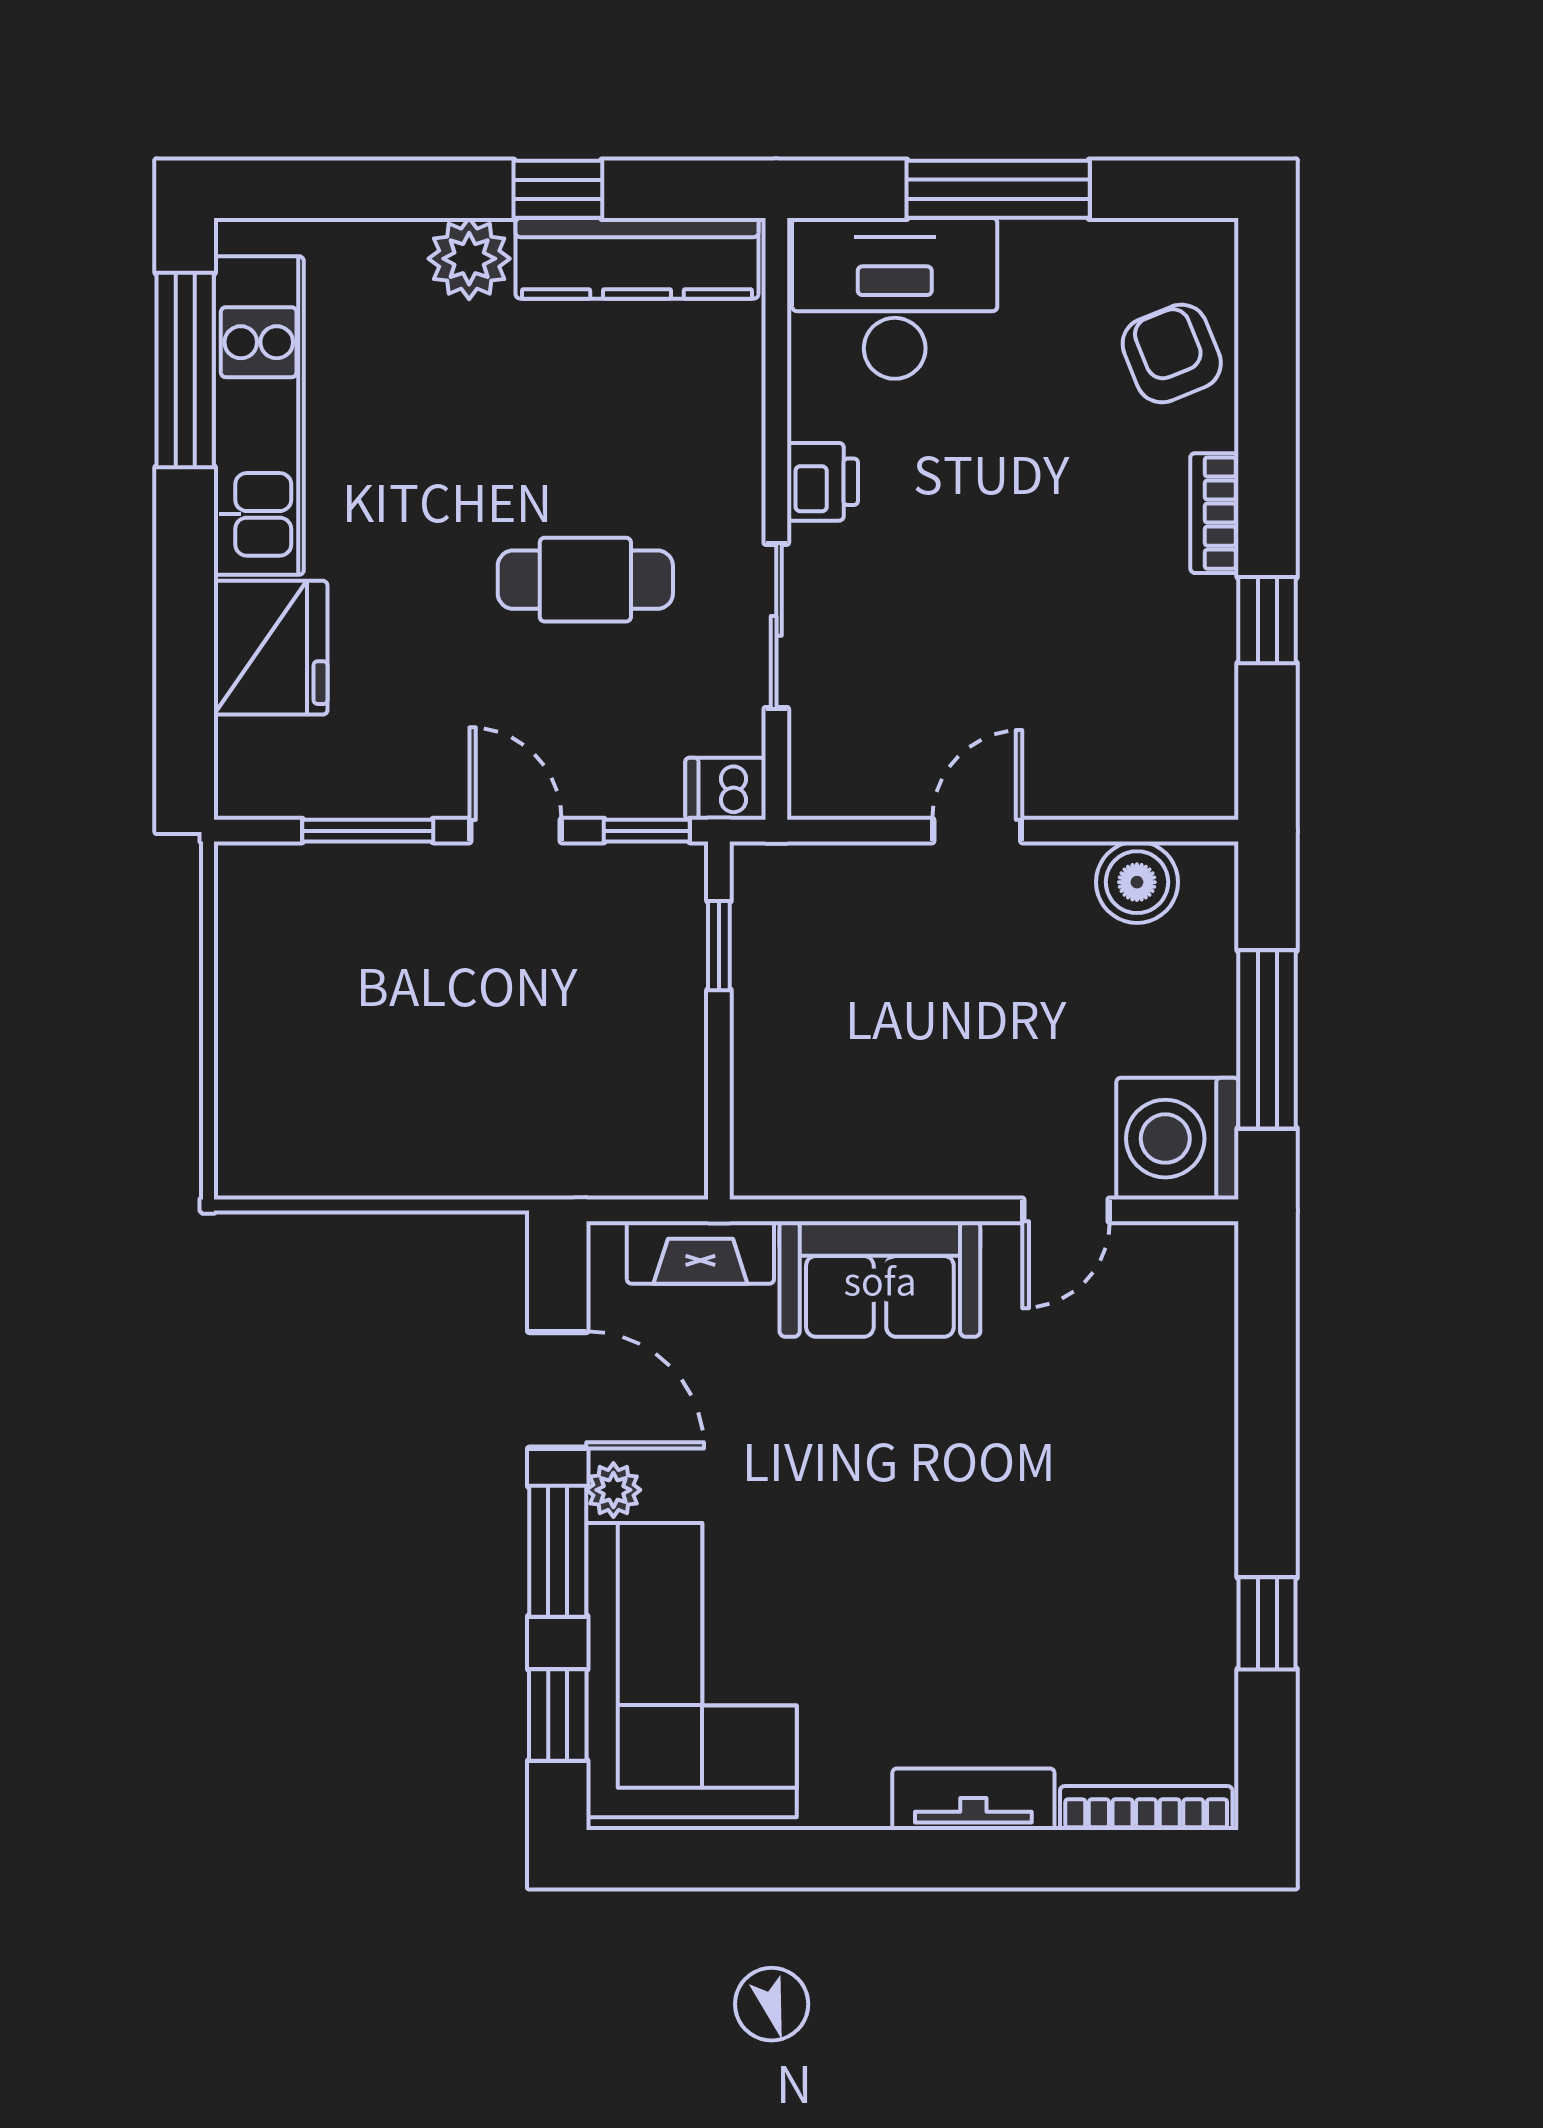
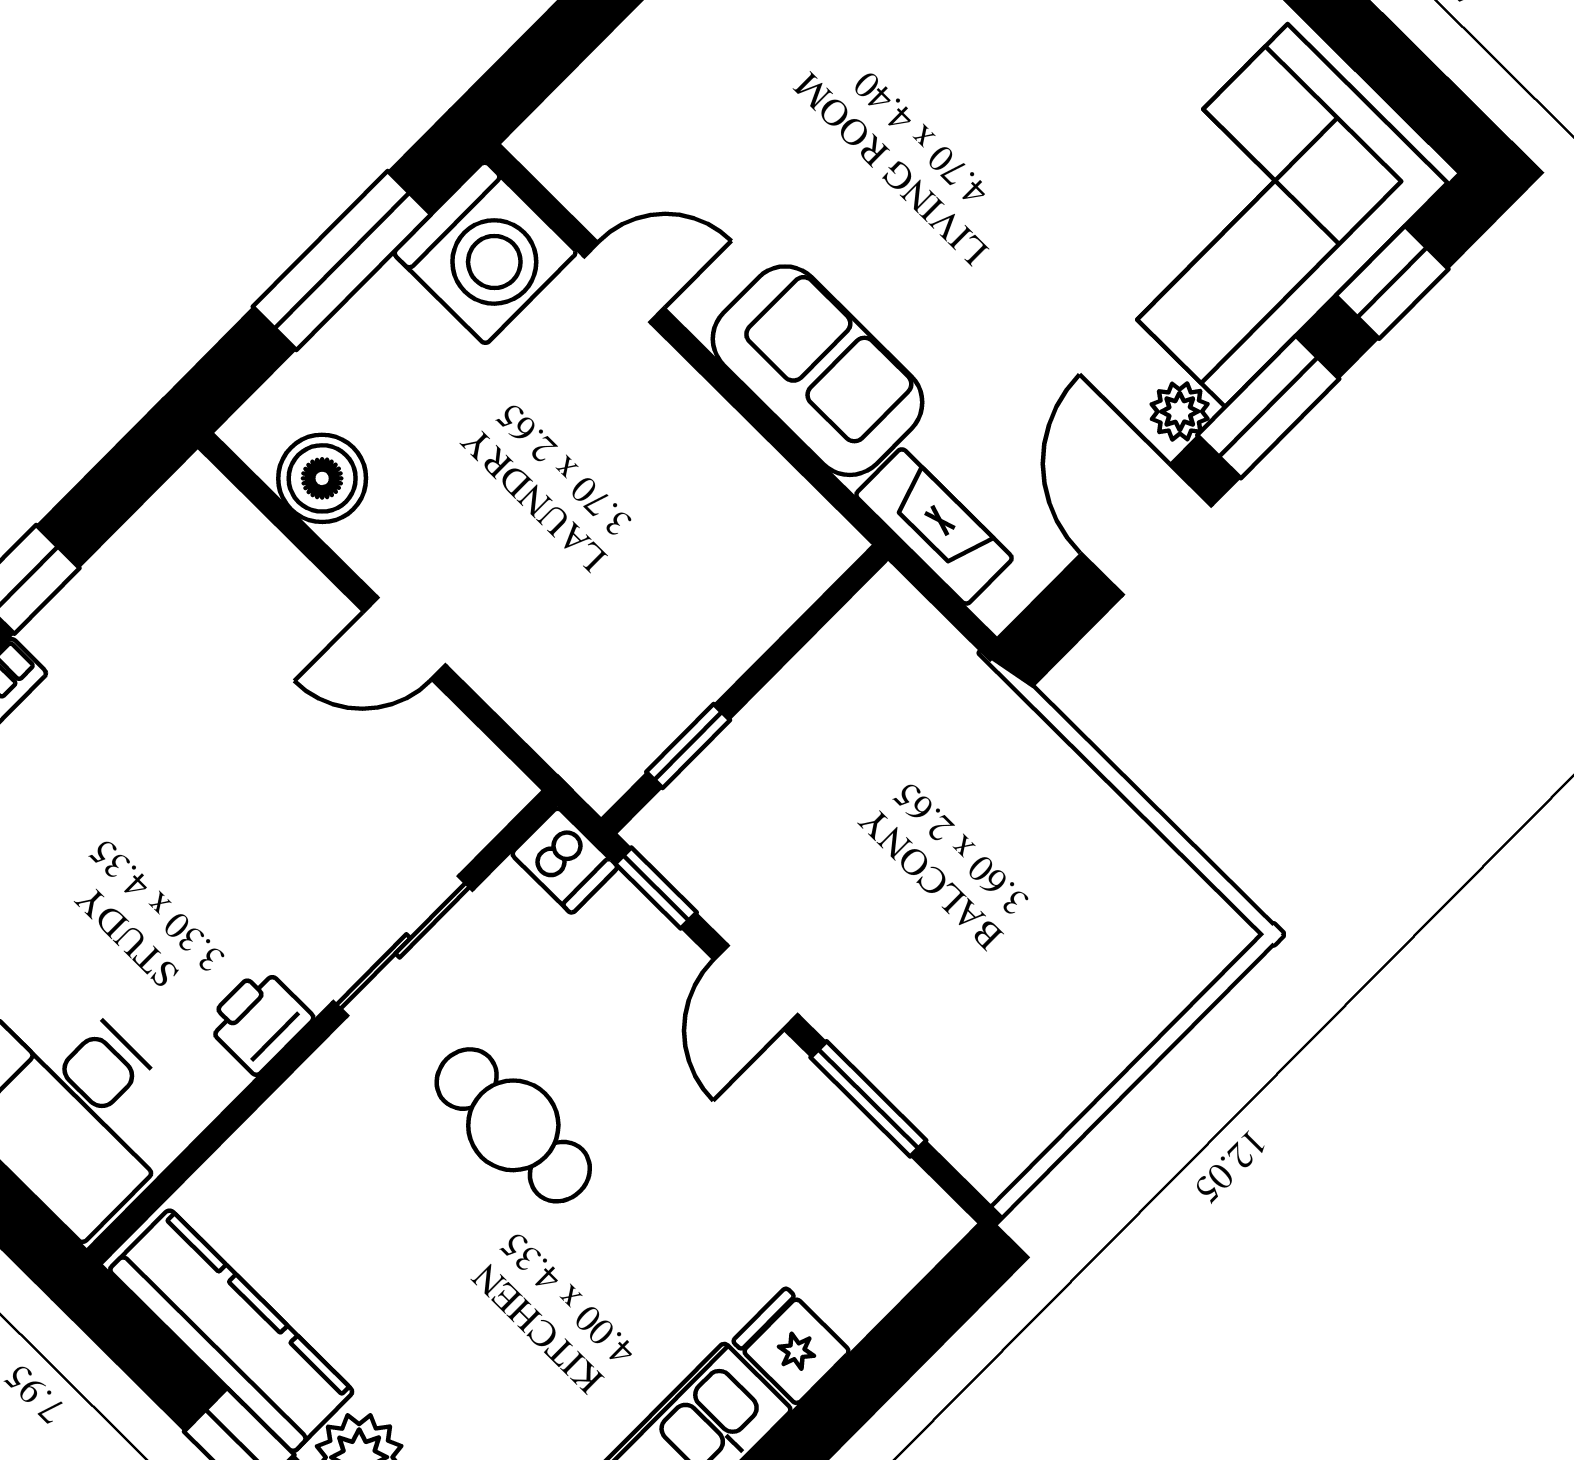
fridge: (271, 648) -> (791, 1346), width x0.53, depth x0.75

